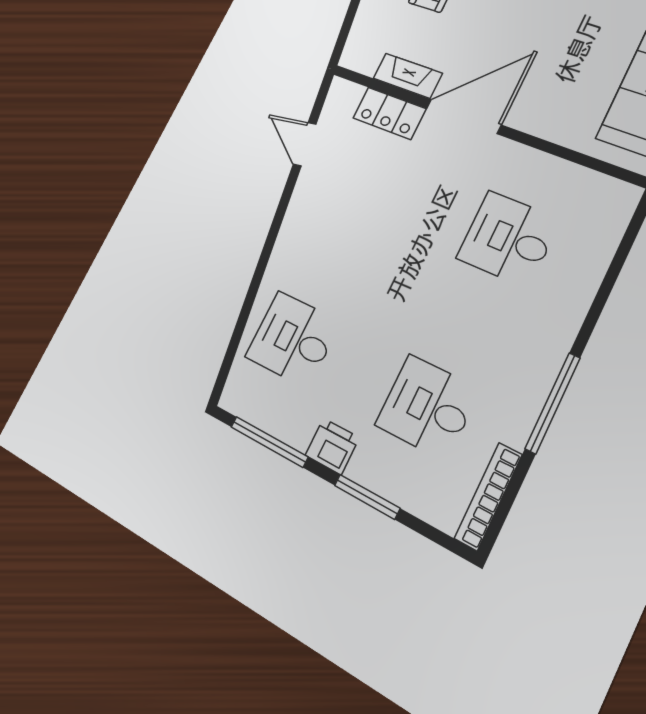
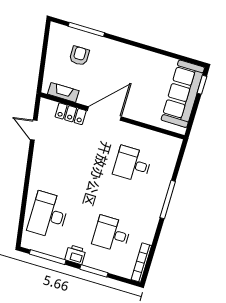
fireplace: (408, 76) -> (63, 92), moved
desk: (293, 339) -> (48, 215), width x1.37
window: (553, 403) -> (168, 200), moved

